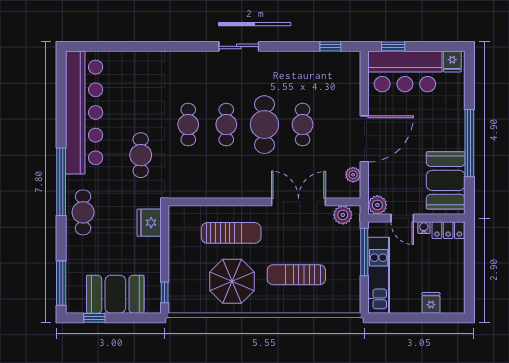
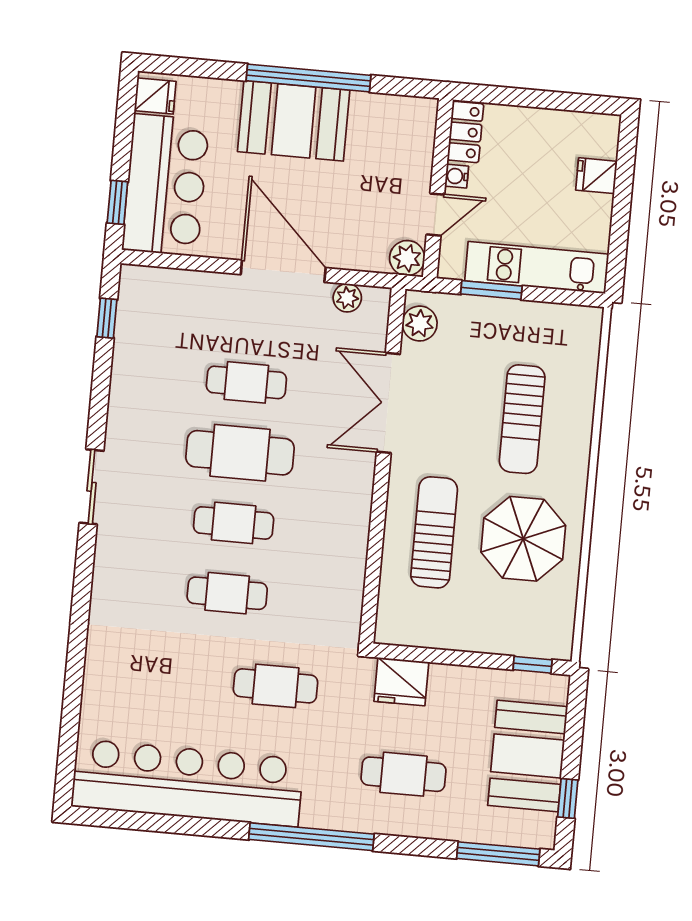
booth: (446, 180) -> (294, 121), moved
cafe table: (83, 212) -> (404, 774), moved
window: (364, 252) -> (491, 290), width x0.69

